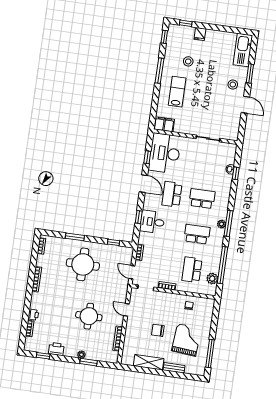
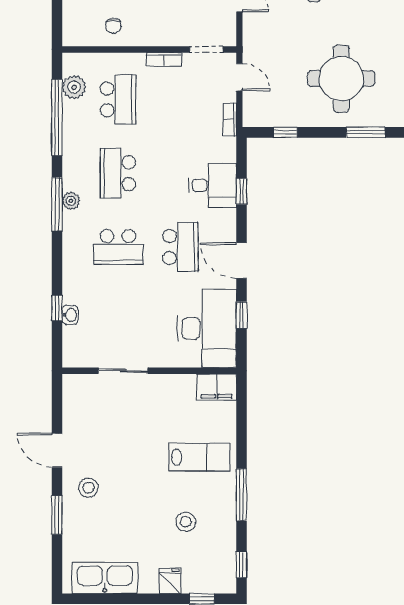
kitchen sink: (243, 50) -> (105, 578), moved, turned -90
lab bench: (177, 92) -> (200, 457), turned -90
school desk: (197, 234) -> (118, 173), turned 90

